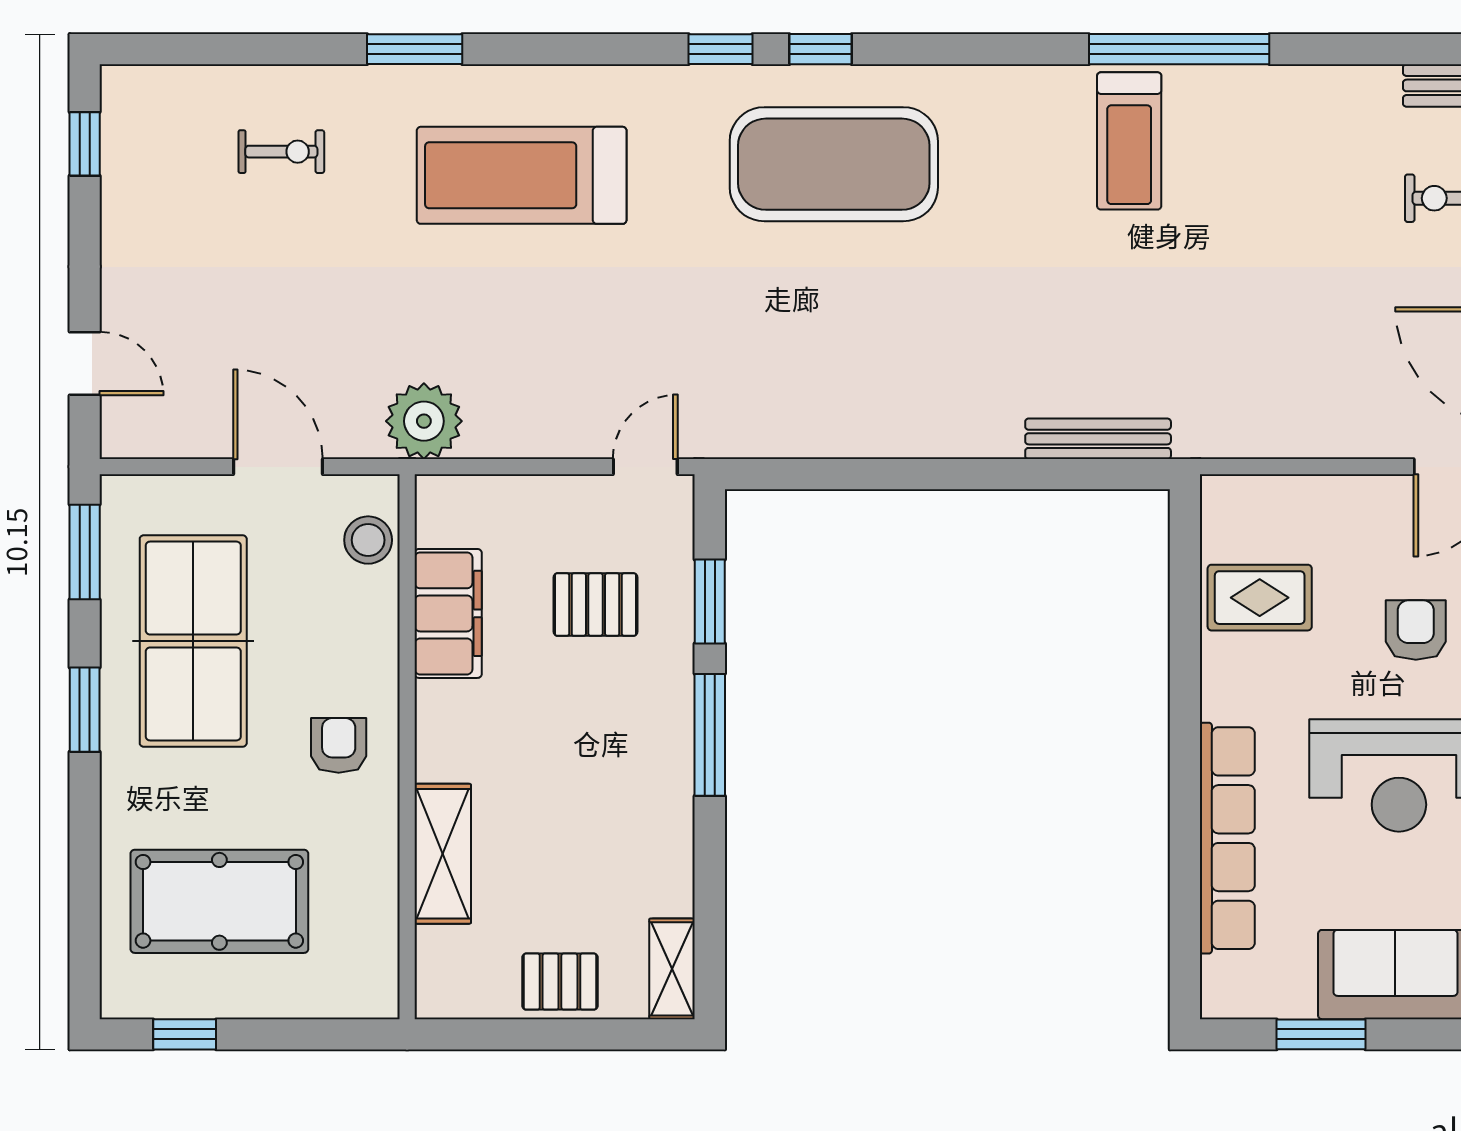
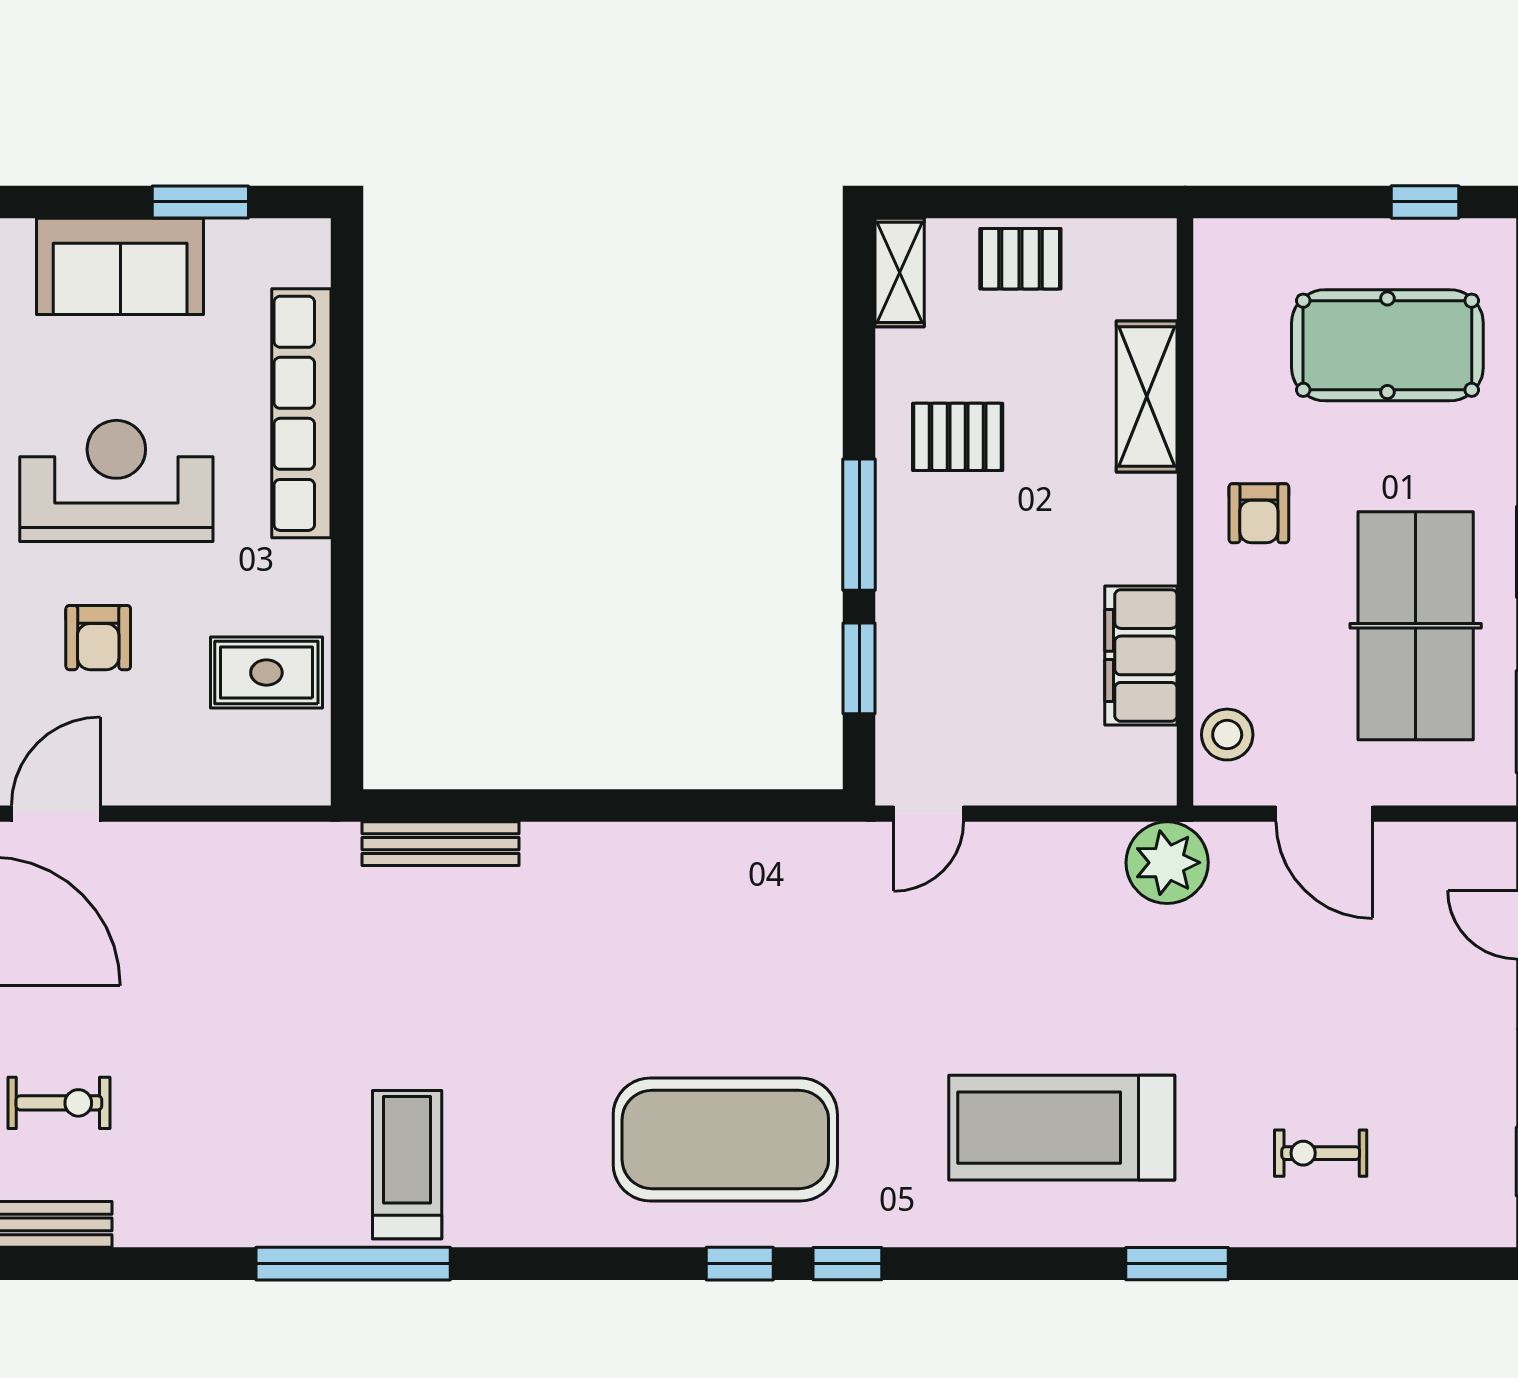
treadmill: (522, 175) -> (1062, 1128), turned 180
pallet: (596, 605) -> (958, 437), moved

